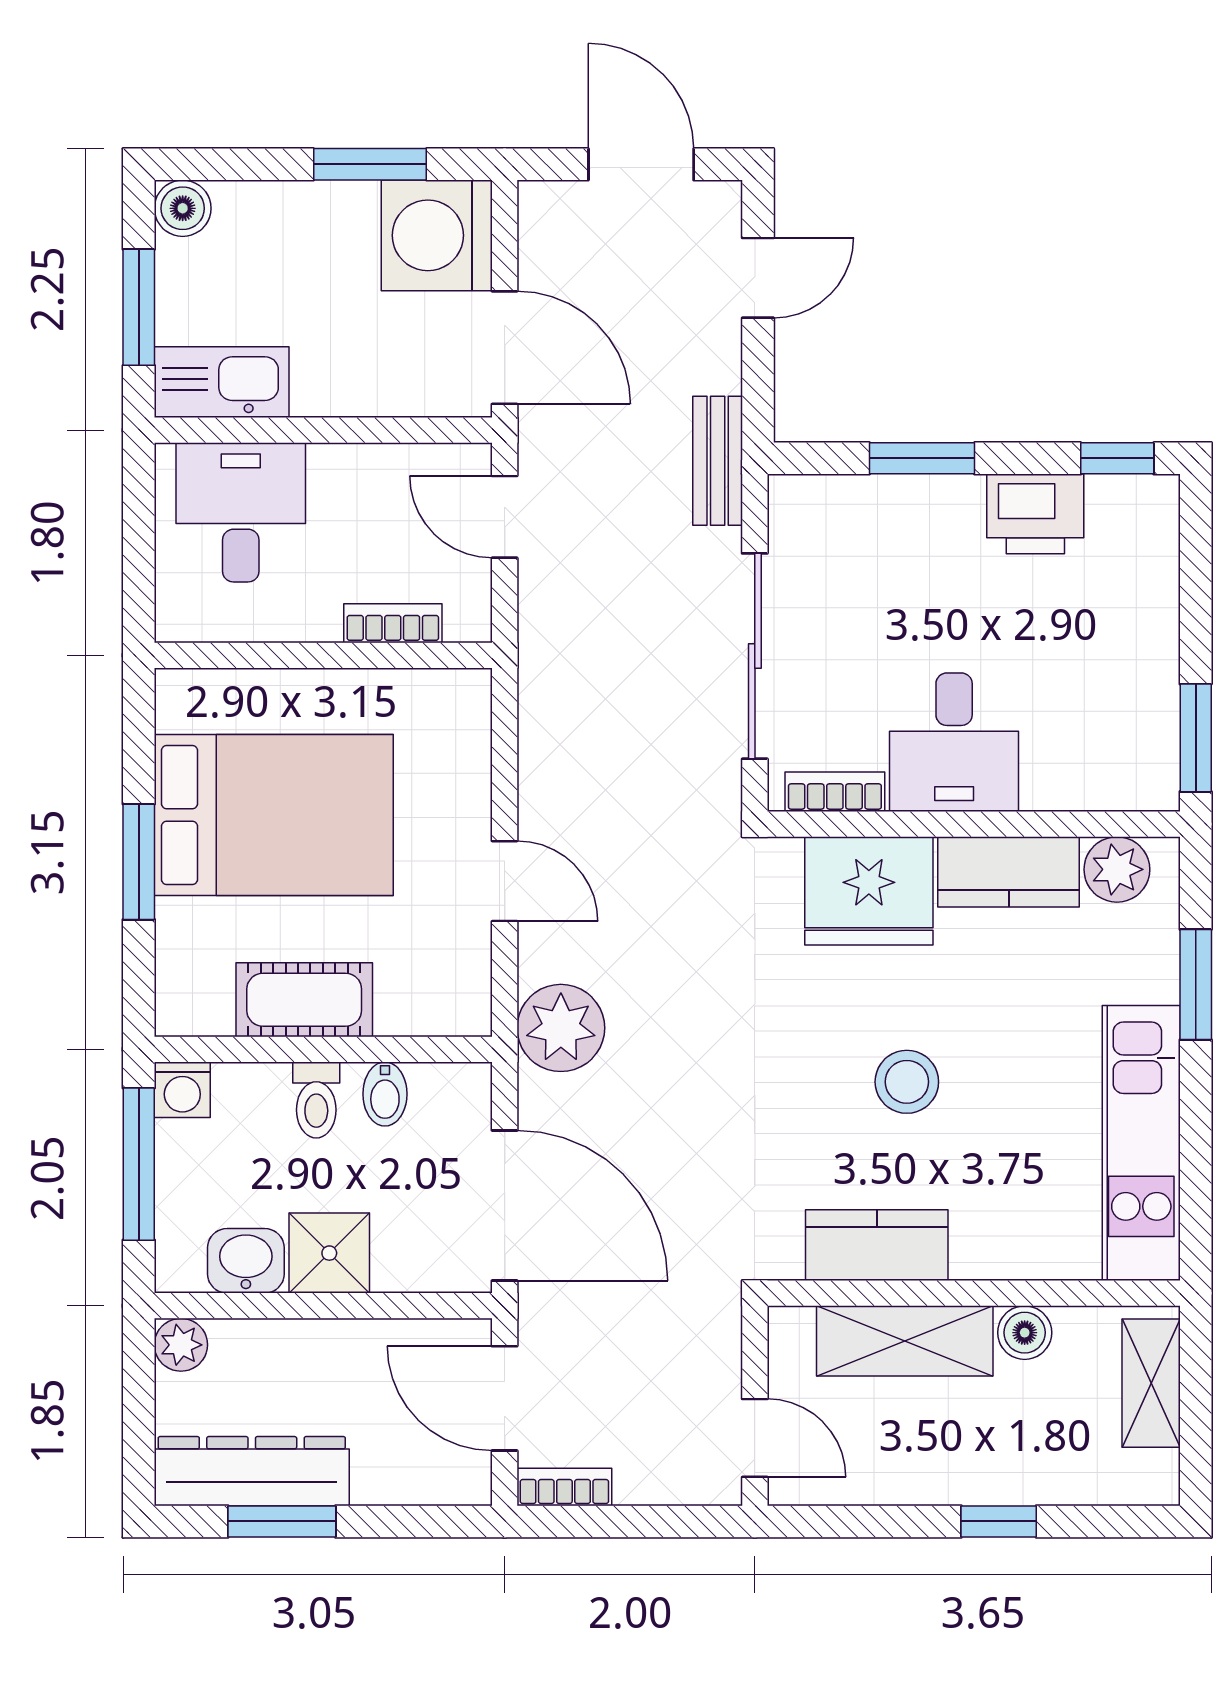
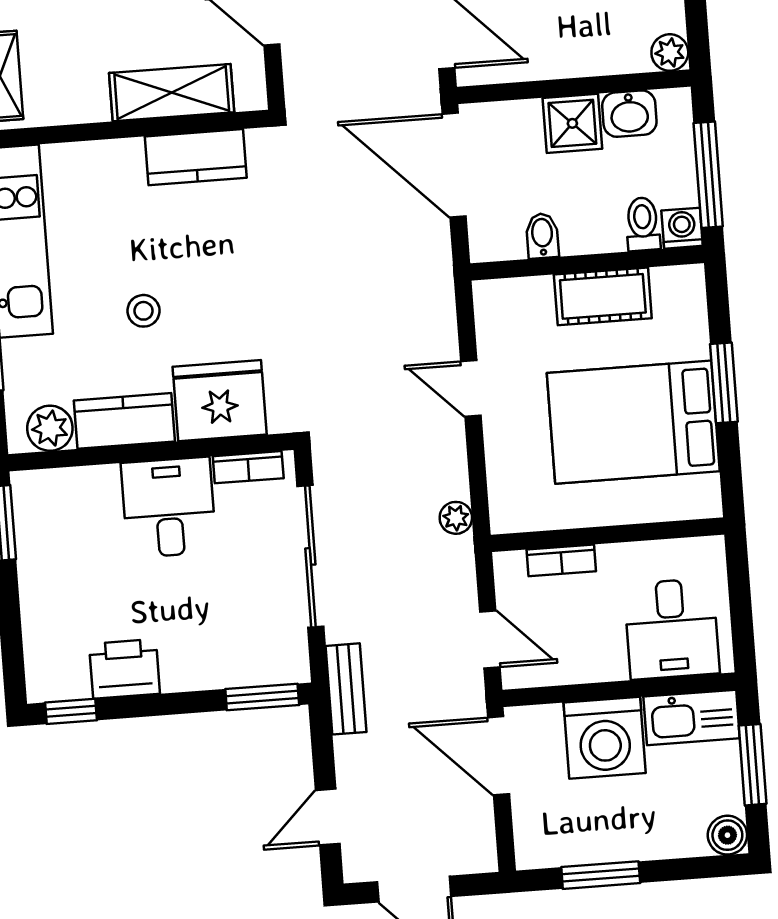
washing machine: (437, 235) -> (605, 738), moved, turned 90
window: (922, 458) -> (262, 697), moved
plant: (561, 1028) -> (456, 518), moved, width x0.53, depth x0.53
stool: (907, 1082) -> (144, 311), moved, width x0.73, depth x0.73
toilet: (316, 1100) -> (643, 224), moved
boiler: (1025, 1333) -> (89, 105), removed

